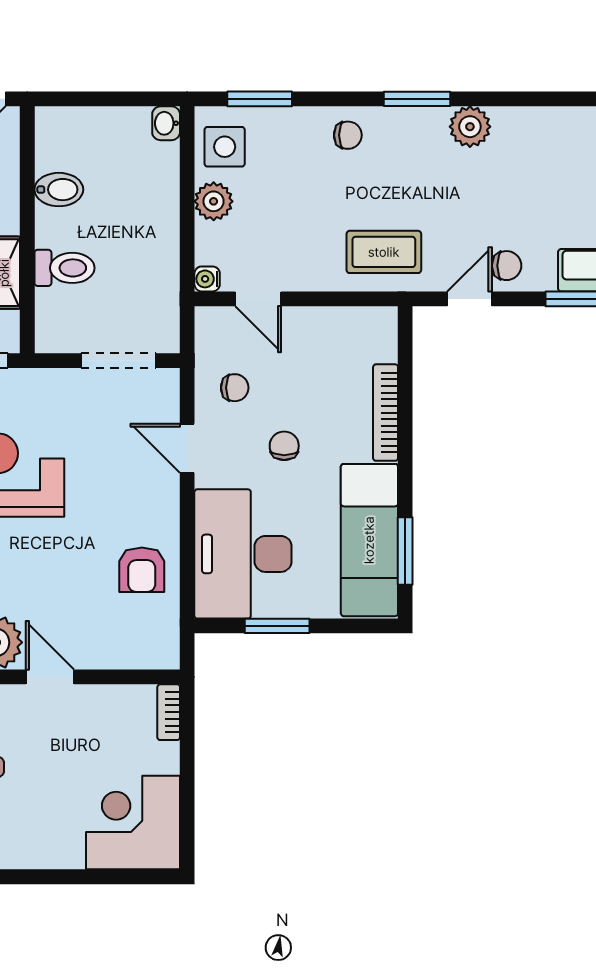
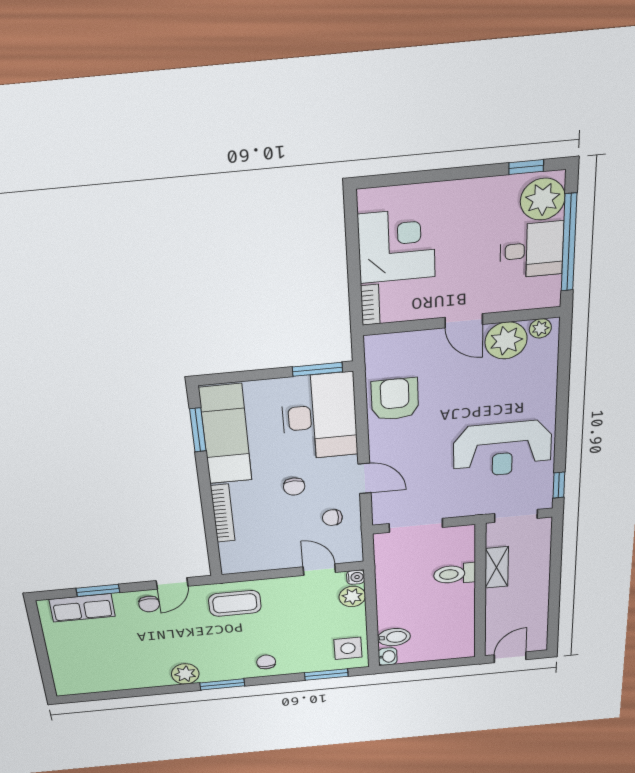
chair: (348, 135) -> (266, 662), turned 90
bidet: (59, 190) -> (394, 637), moved, turned 180
plant: (214, 201) -> (352, 596), moved
chair: (507, 266) -> (149, 604), turned -90
armchair: (142, 570) -> (395, 399), width x1.38, depth x1.38
window: (277, 626) -> (317, 369), moved
corner desk: (133, 823) -> (397, 246), moved, turned -90

